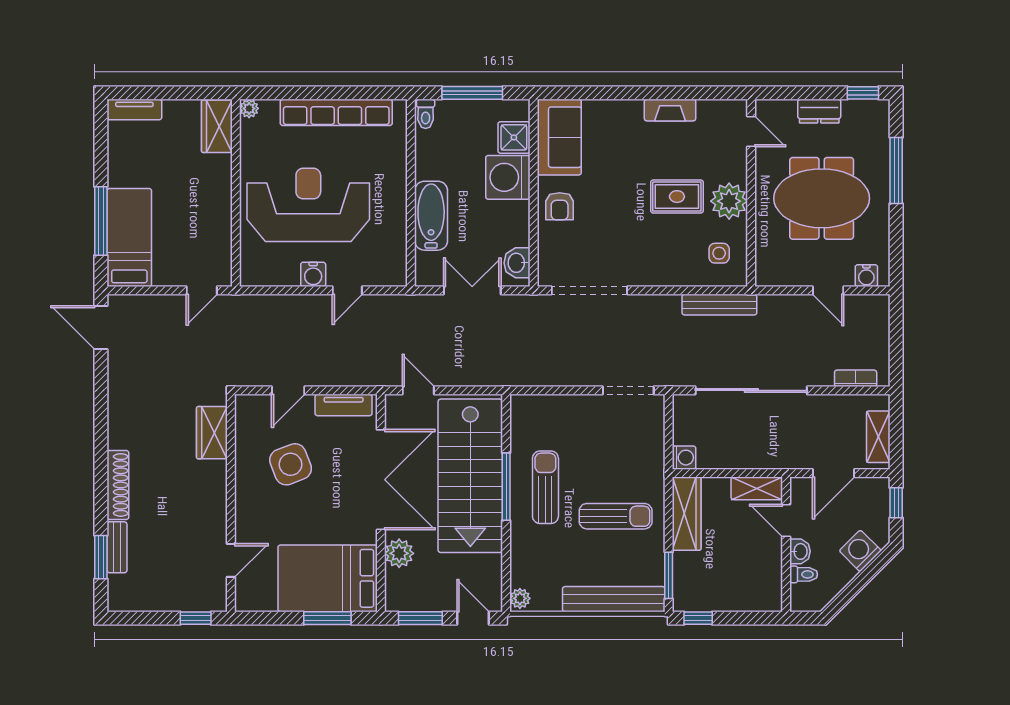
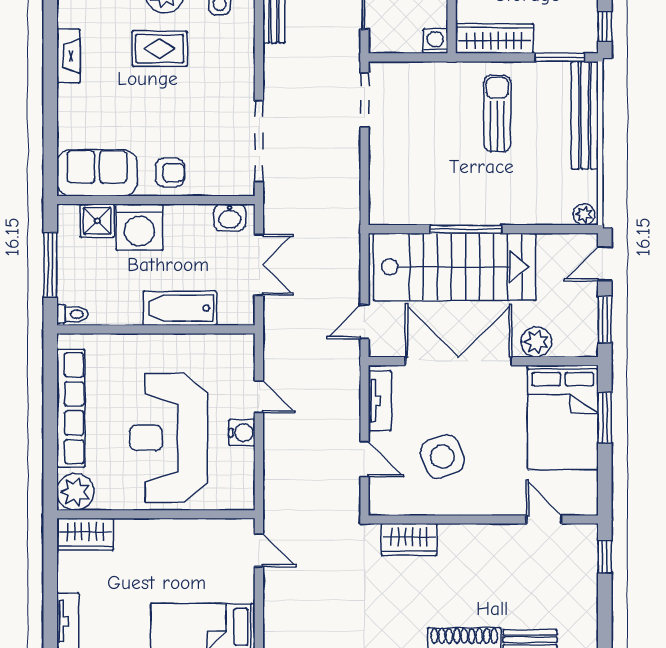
plant: (249, 108) -> (75, 492), width x1.88, depth x1.88
rug: (677, 197) -> (160, 49), turned 90
double door: (472, 290) -> (259, 265), swing flipped
sun lounger: (545, 487) -> (467, 187), removed

